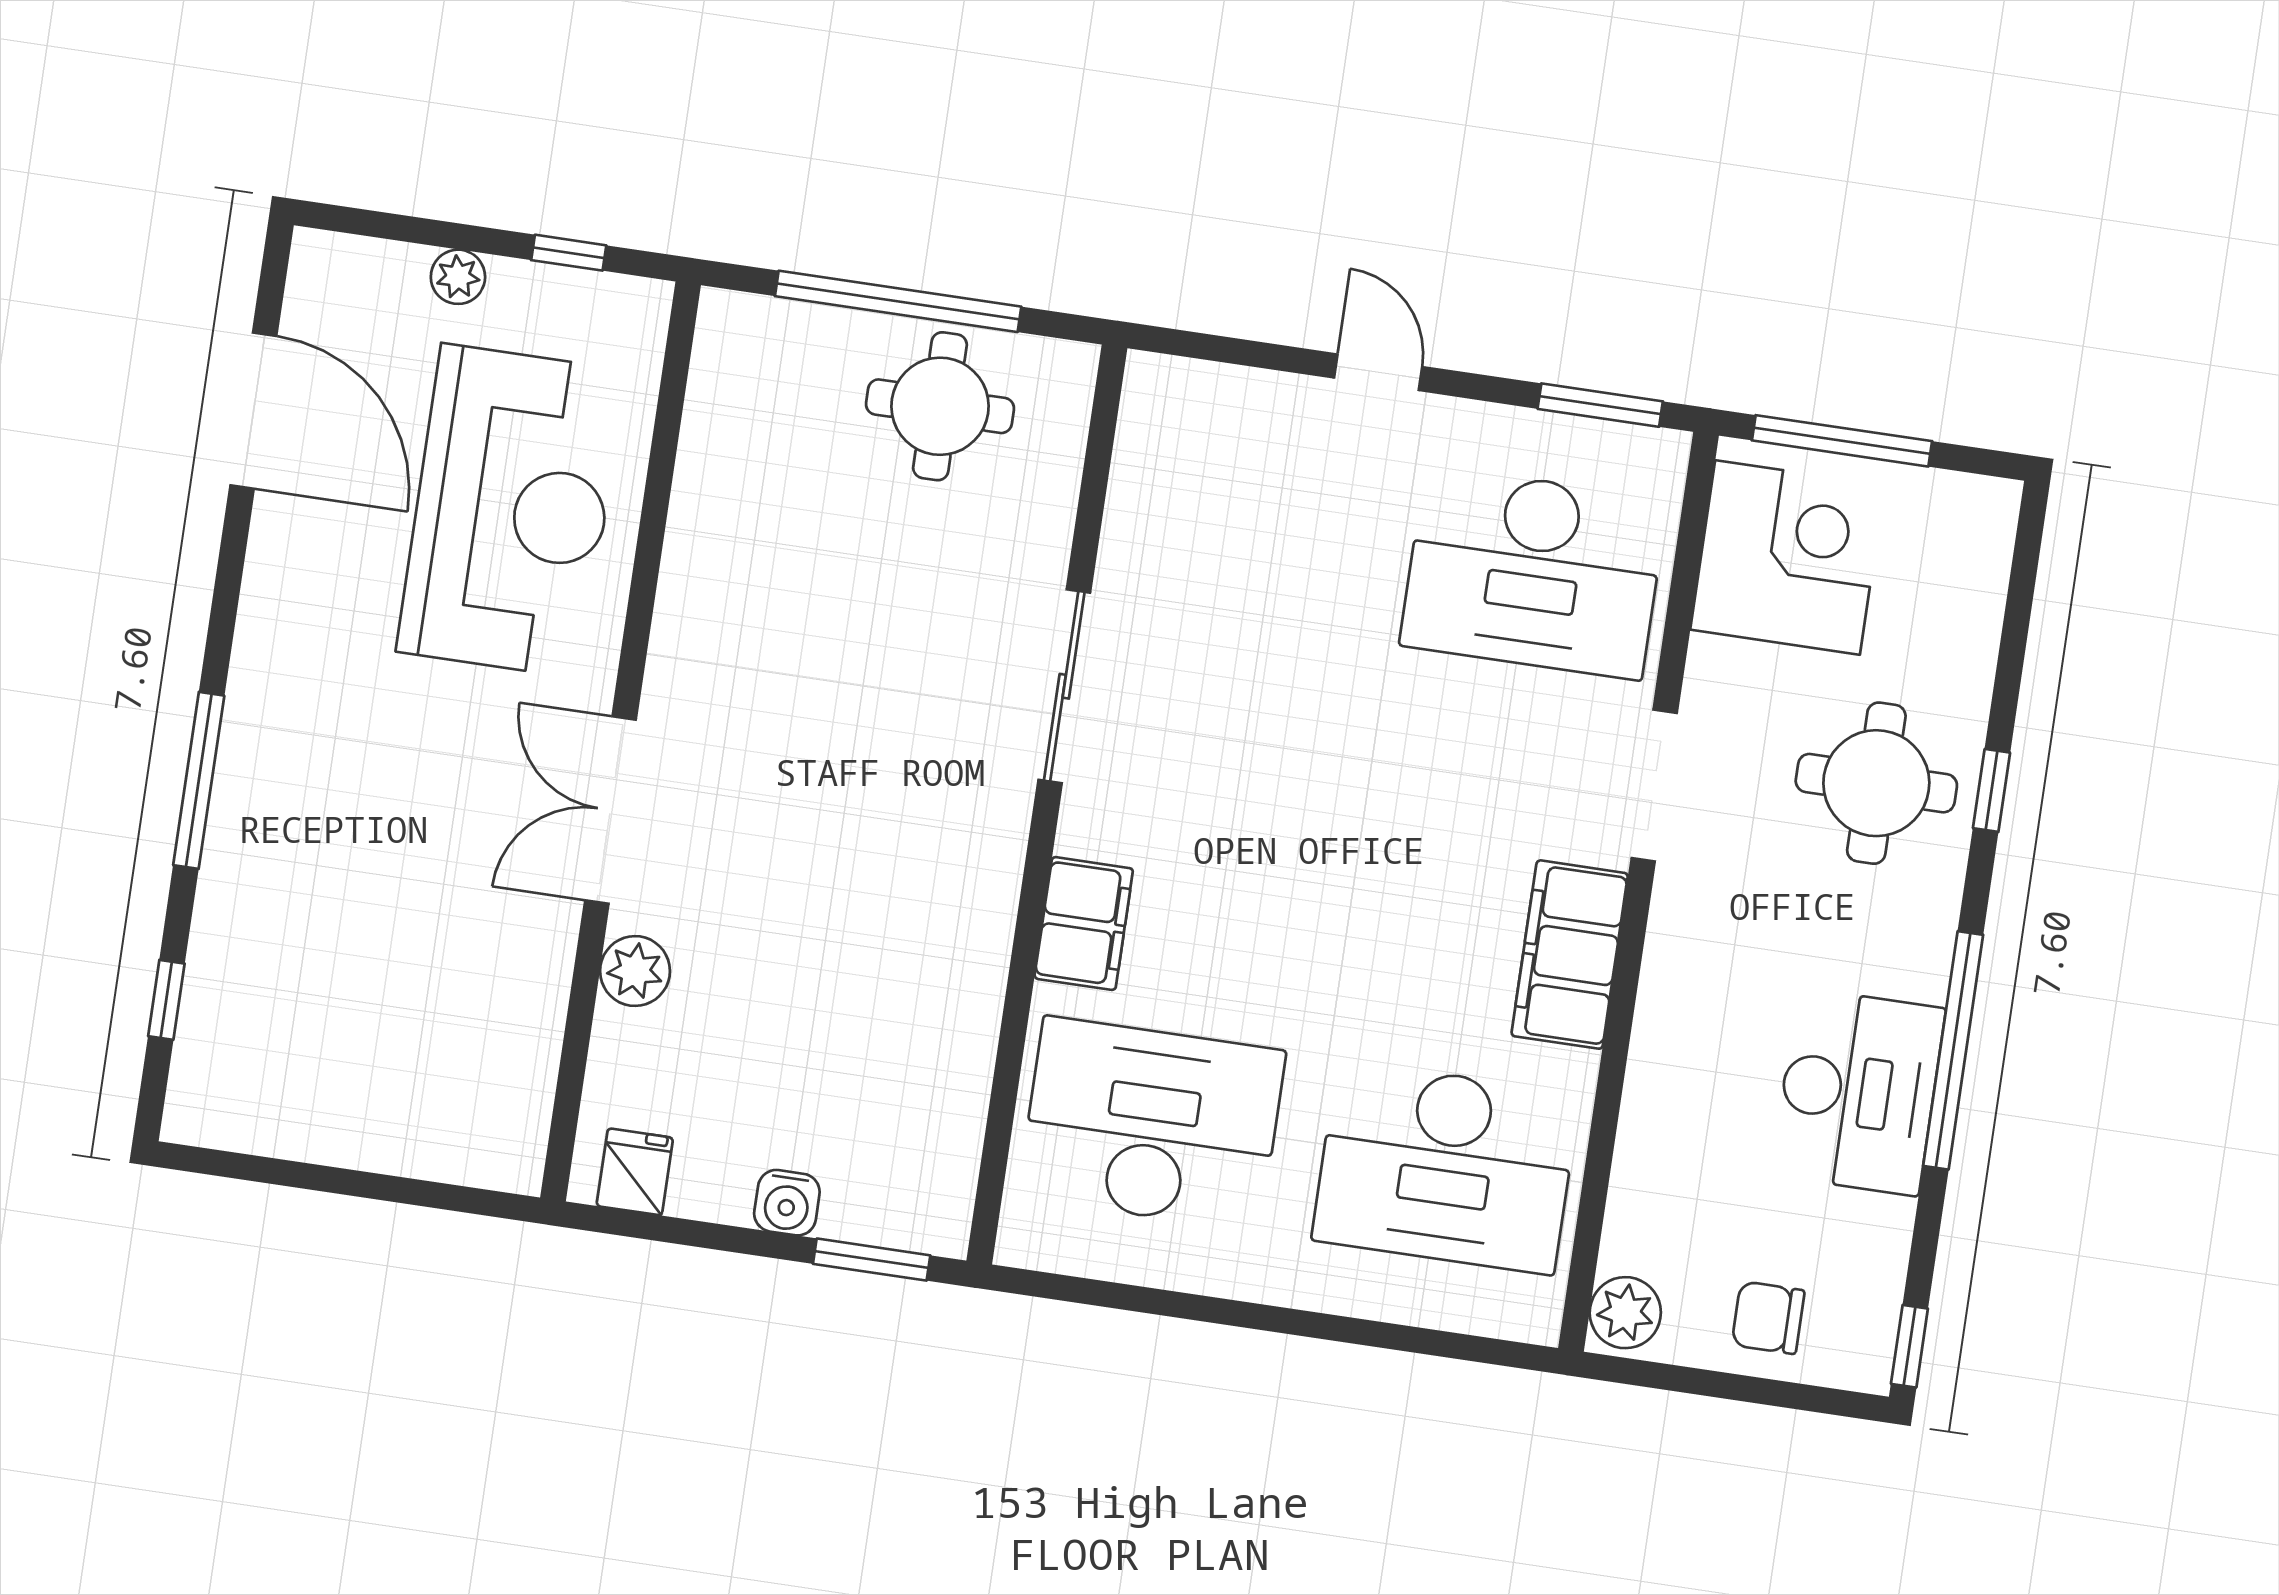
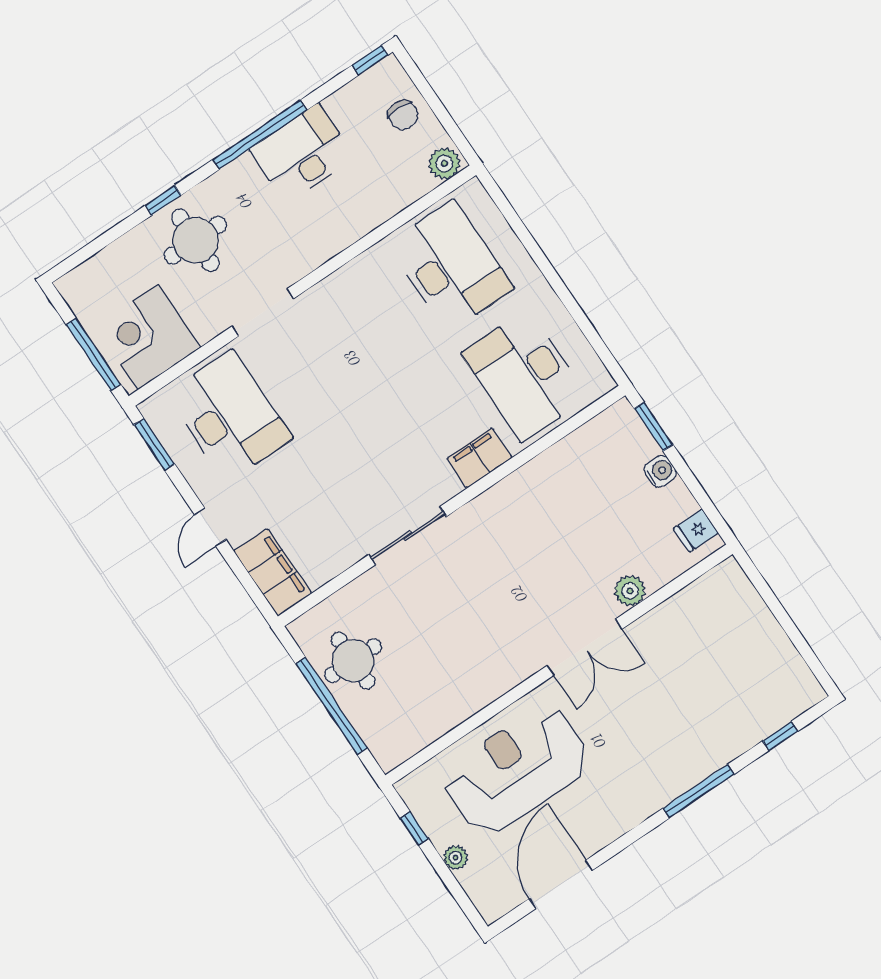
filing cabinet: (1570, 955) -> (273, 572), moved, turned -90

